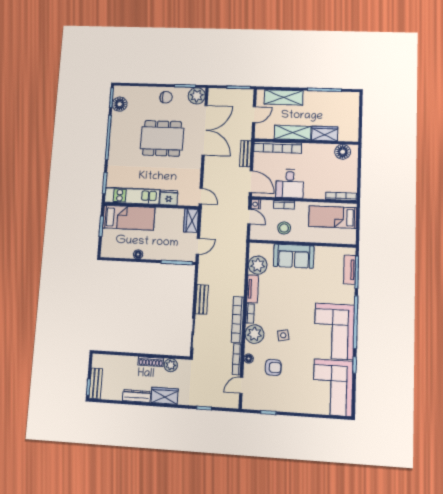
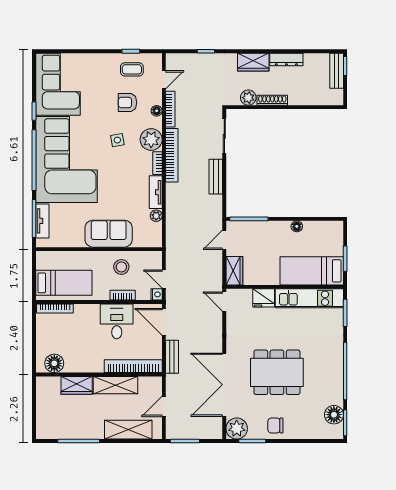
plant: (258, 265) -> (156, 216), width x0.53, depth x0.53
corner sofa: (334, 331) -> (66, 160), width x1.36, depth x1.36
coffee table: (268, 396) -> (132, 69), added

